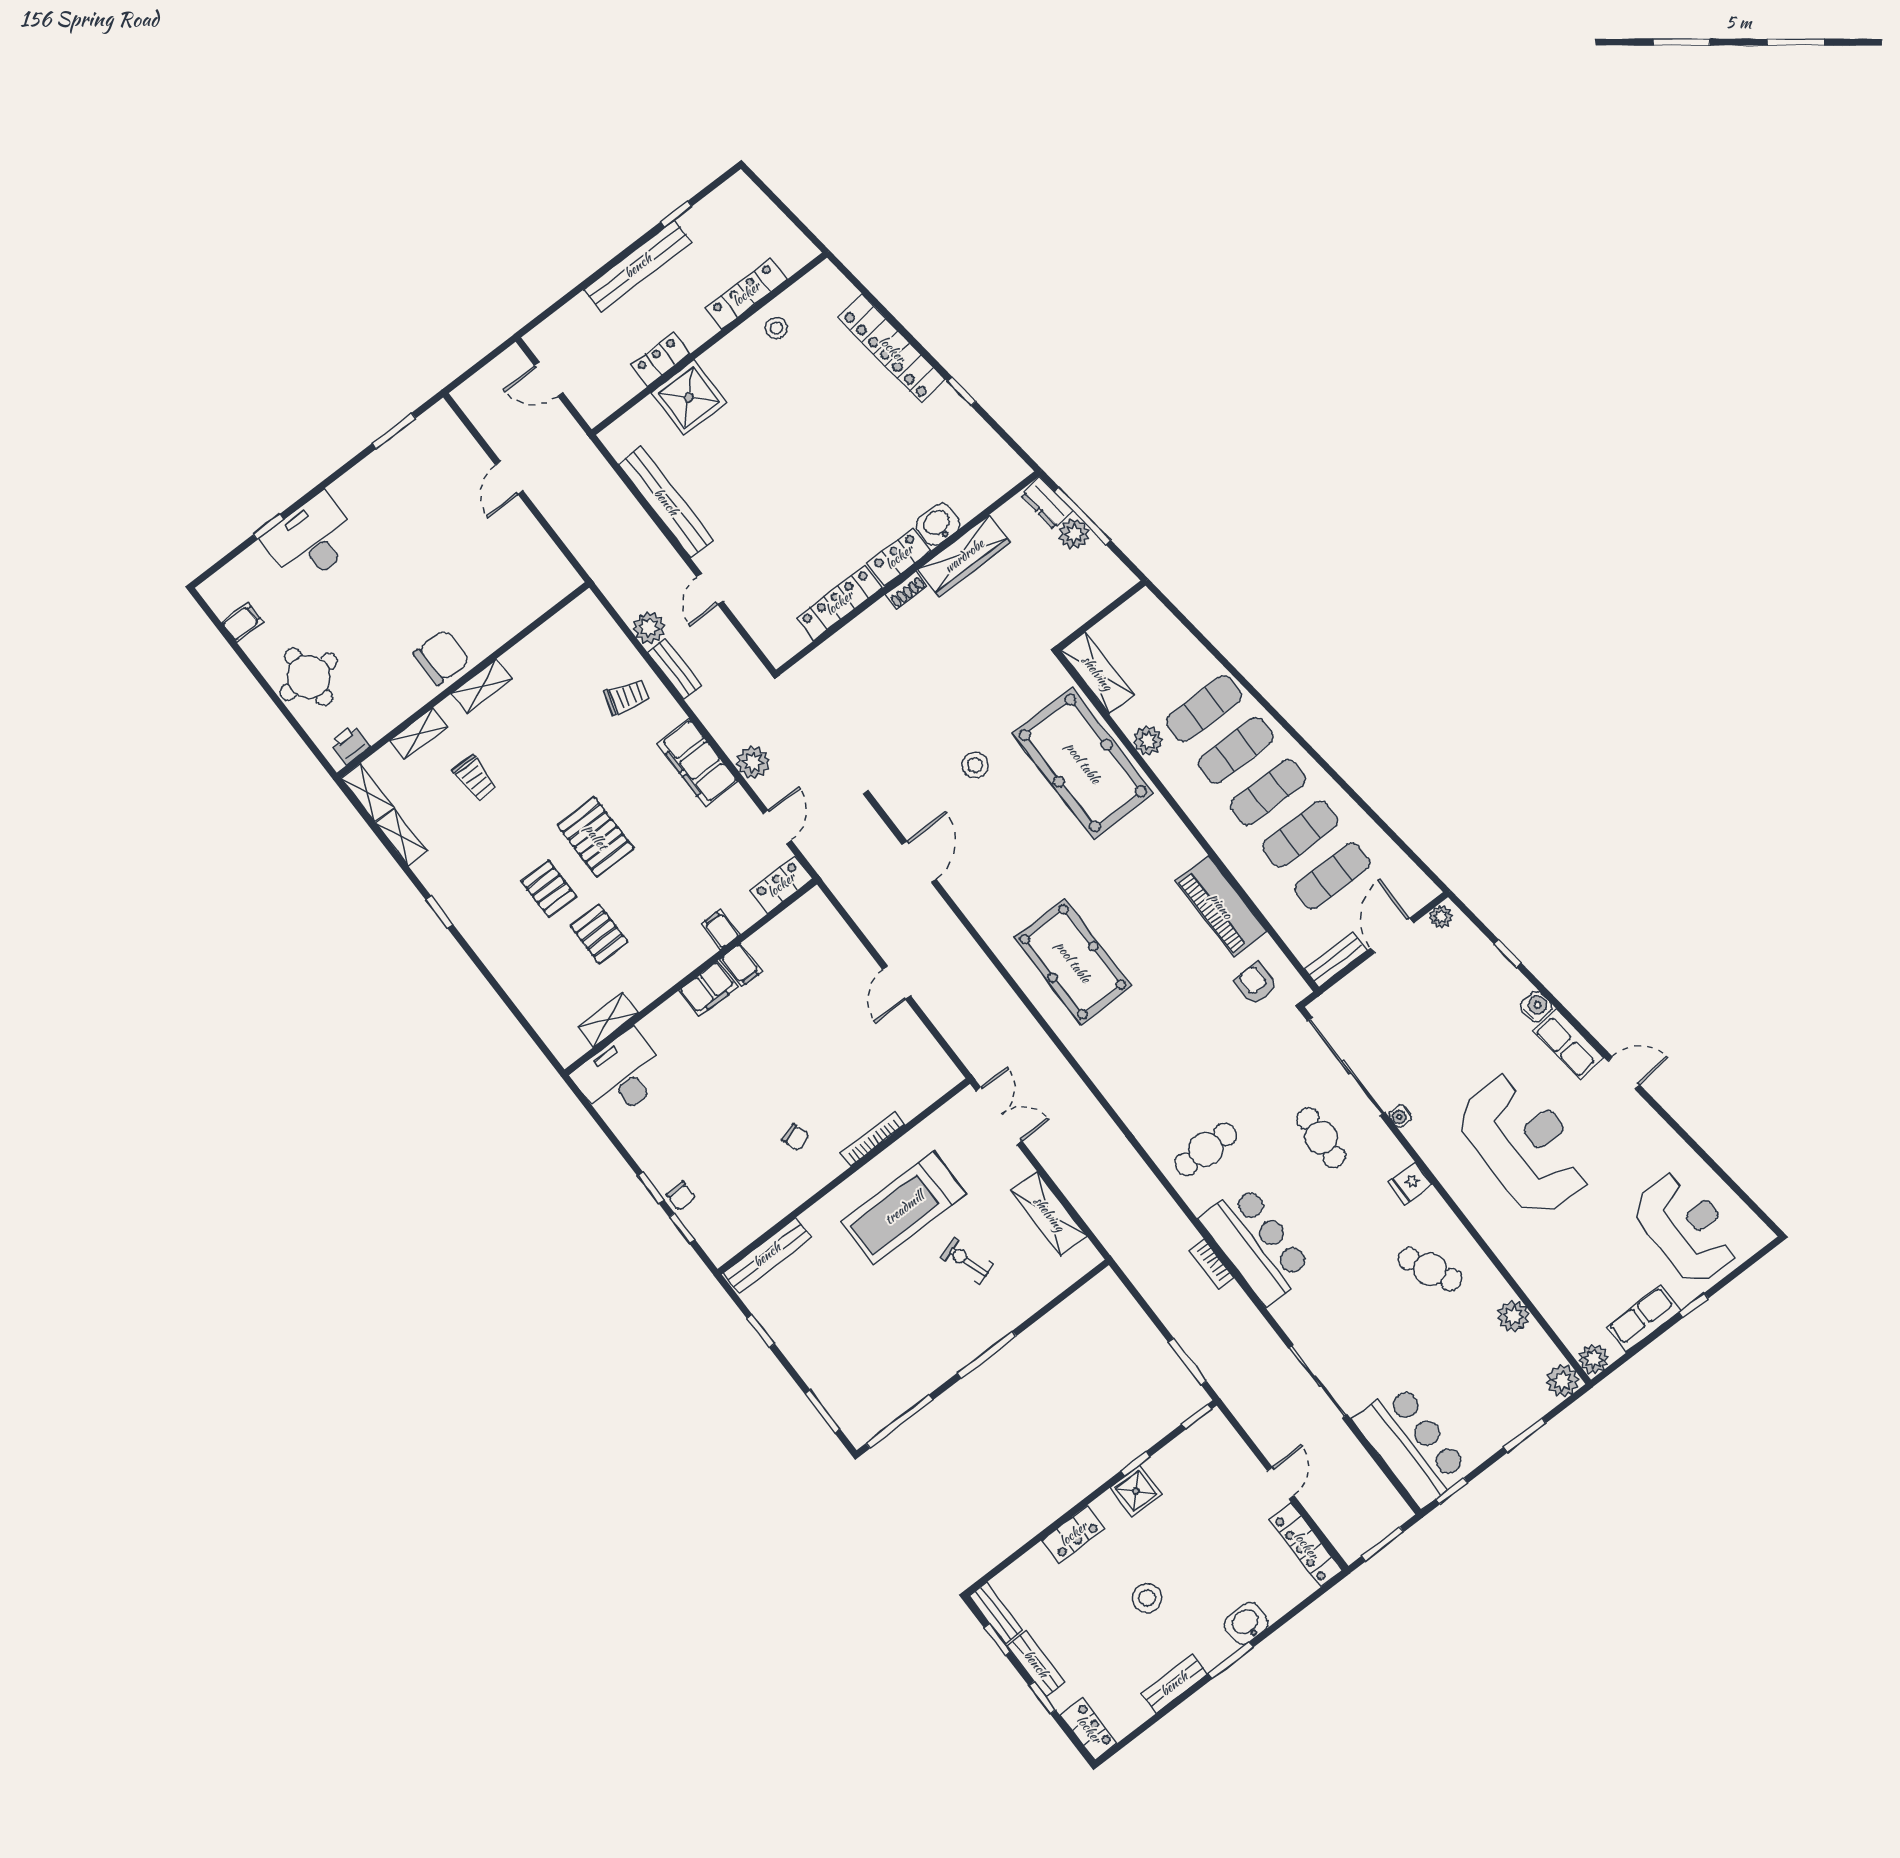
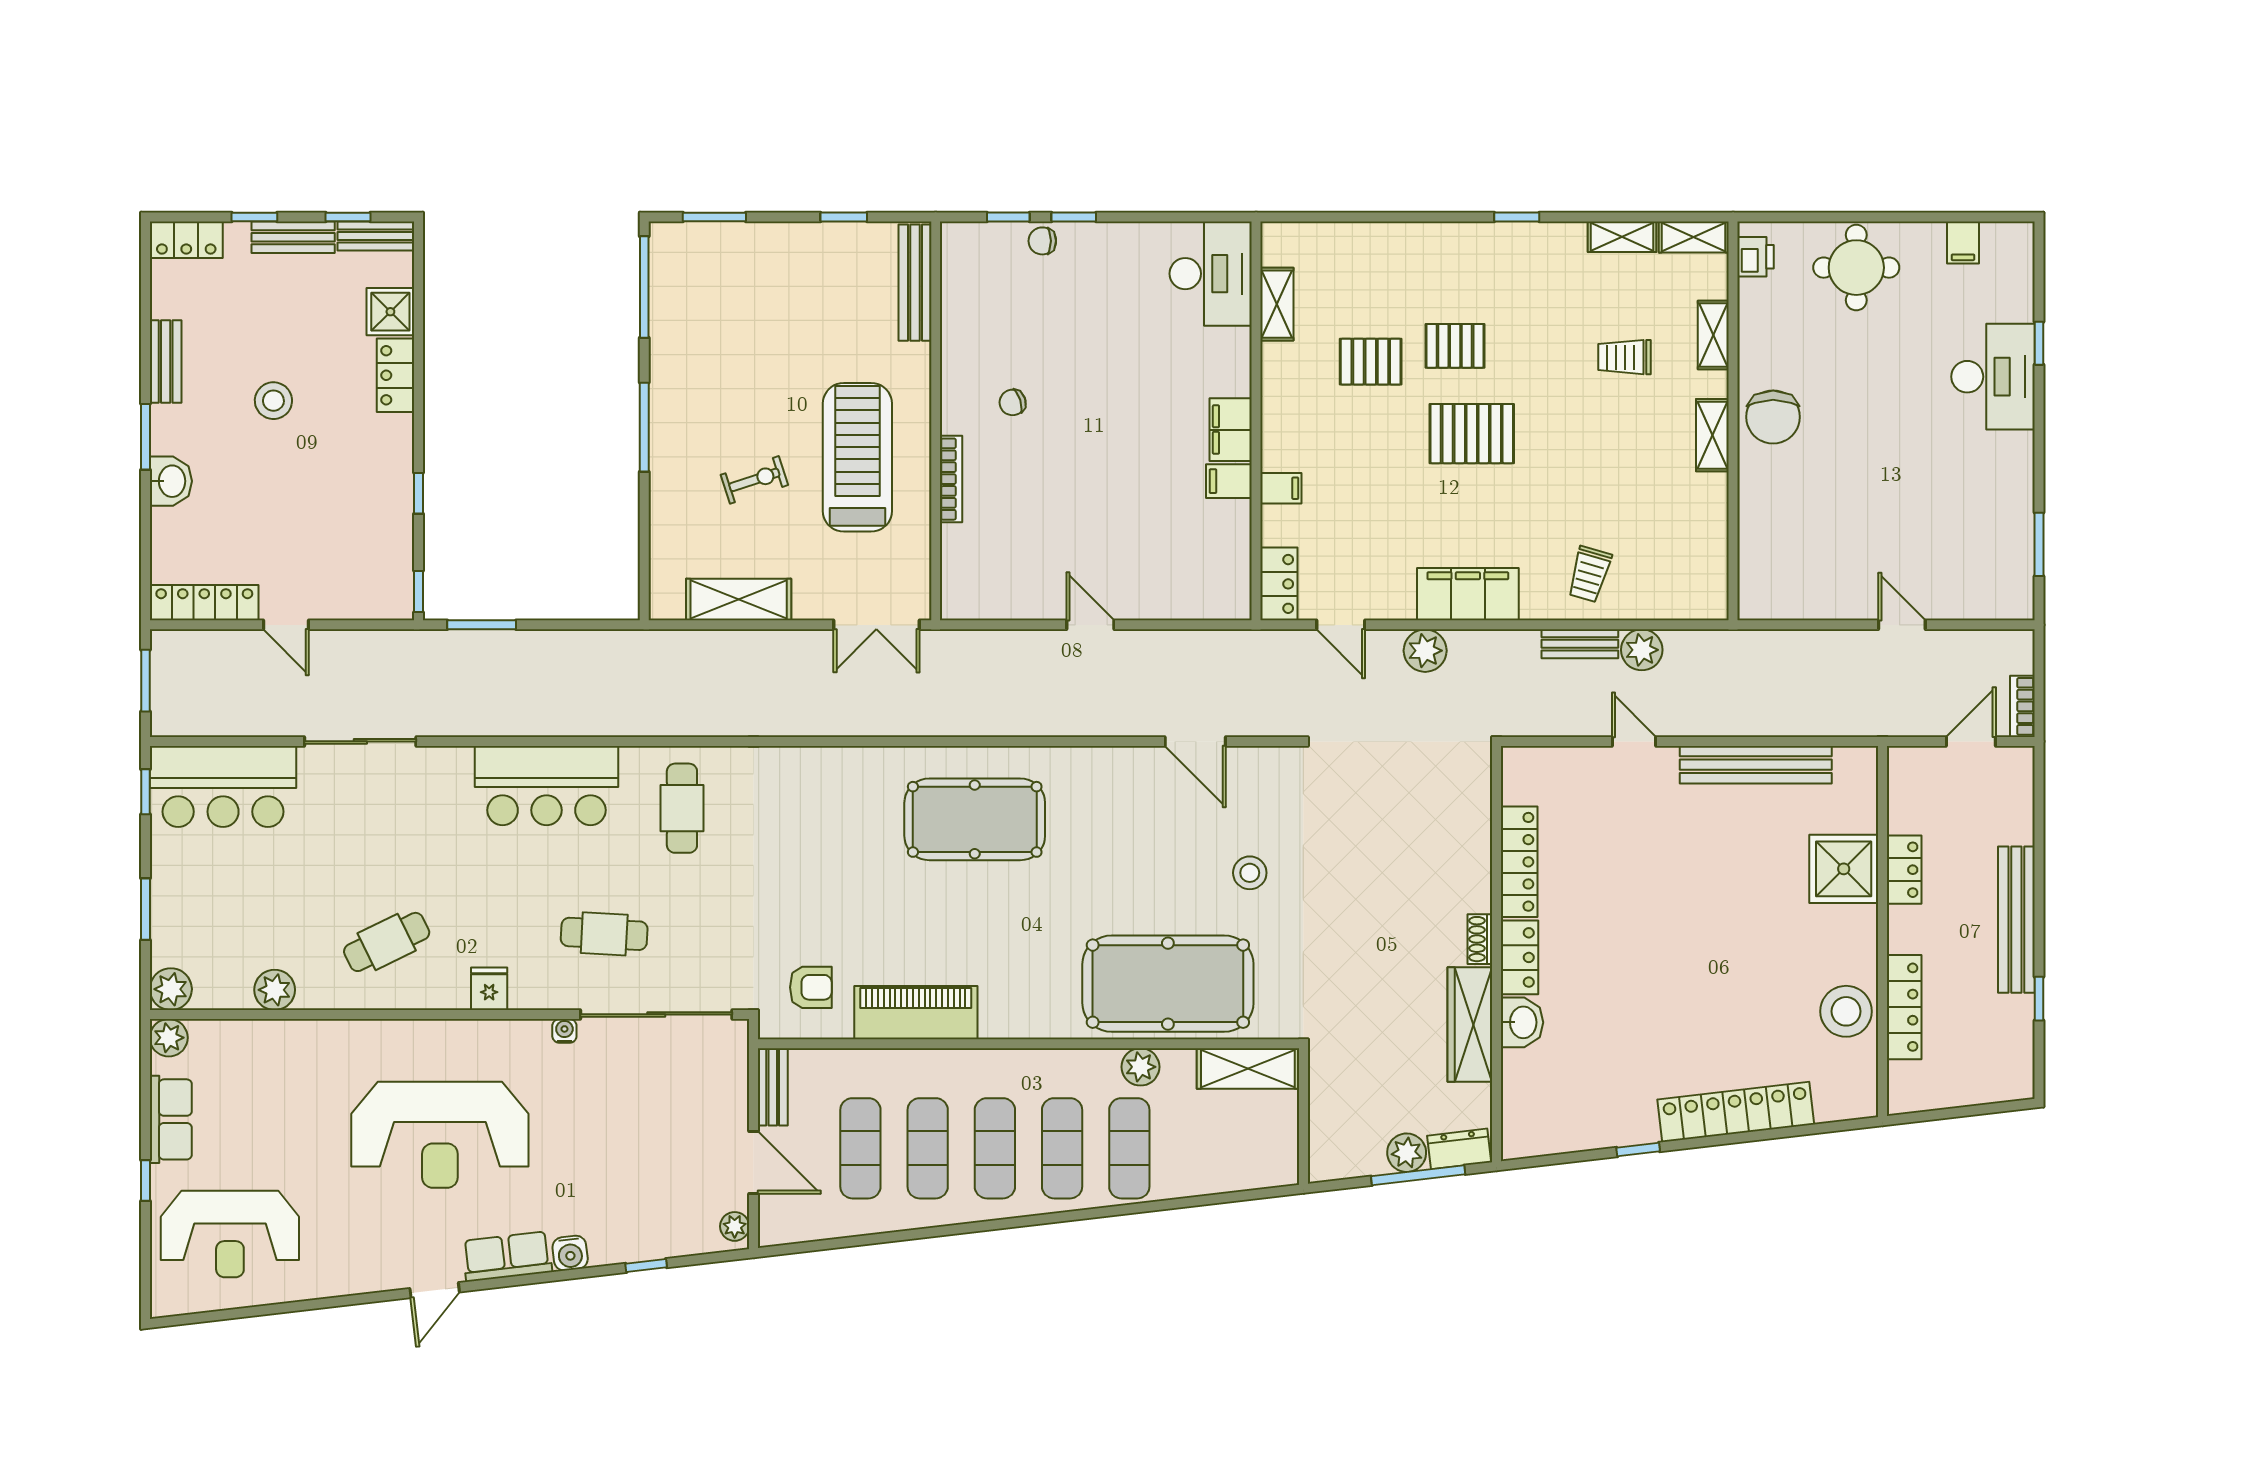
stool: (776, 328) -> (1846, 1011), width x1.89, depth x1.89
bookcase: (1211, 1264) -> (2022, 706), moved, turned -90
shower: (1136, 1491) -> (390, 312), moved

